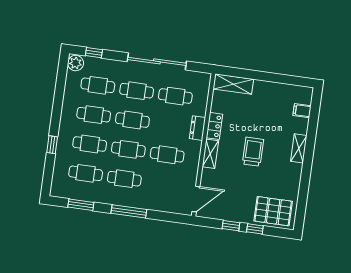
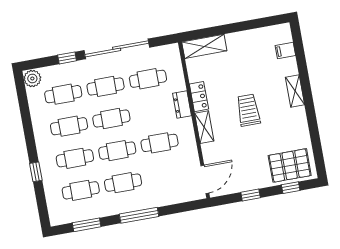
window: (94, 53) -> (67, 58), moved
window: (255, 229) -> (291, 188), moved

